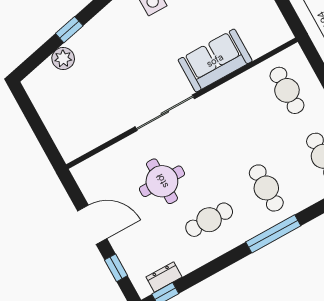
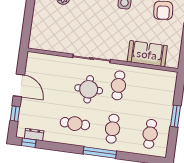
sofa: (215, 60) -> (147, 54), moved
cafe table: (287, 90) -> (118, 85), moved
round table: (162, 181) -> (89, 89), moved

